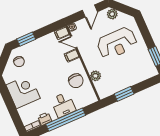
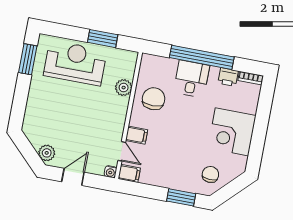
reception desk: (117, 43) -> (75, 63), moved

